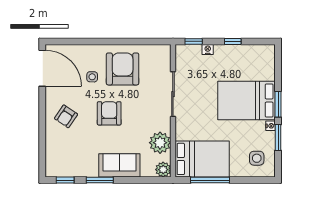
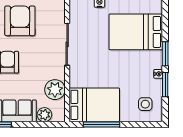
bed: (247, 100) -> (136, 32), moved
plant: (163, 170) -> (44, 115), moved

